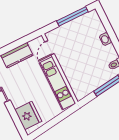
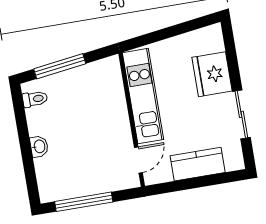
fridge: (28, 115) -> (212, 74), moved

